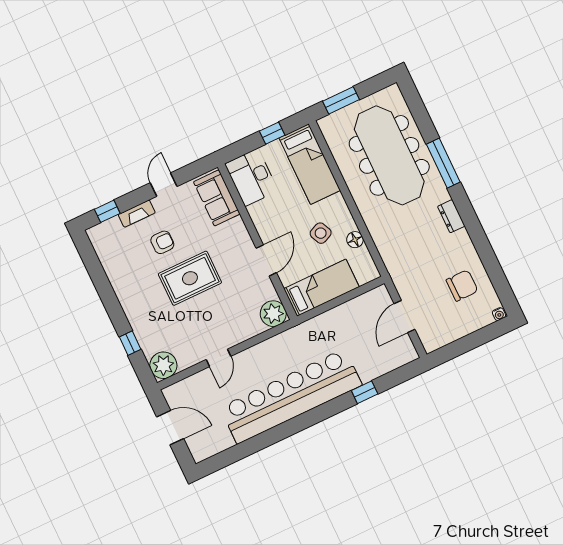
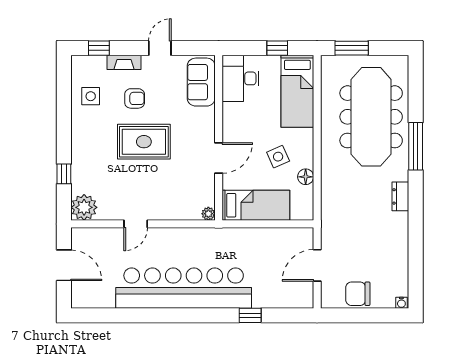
side table: (121, 260) -> (91, 96), added
chair: (462, 286) -> (358, 294), moved, turned 180
plant: (273, 314) -> (208, 214), width x0.53, depth x0.53

